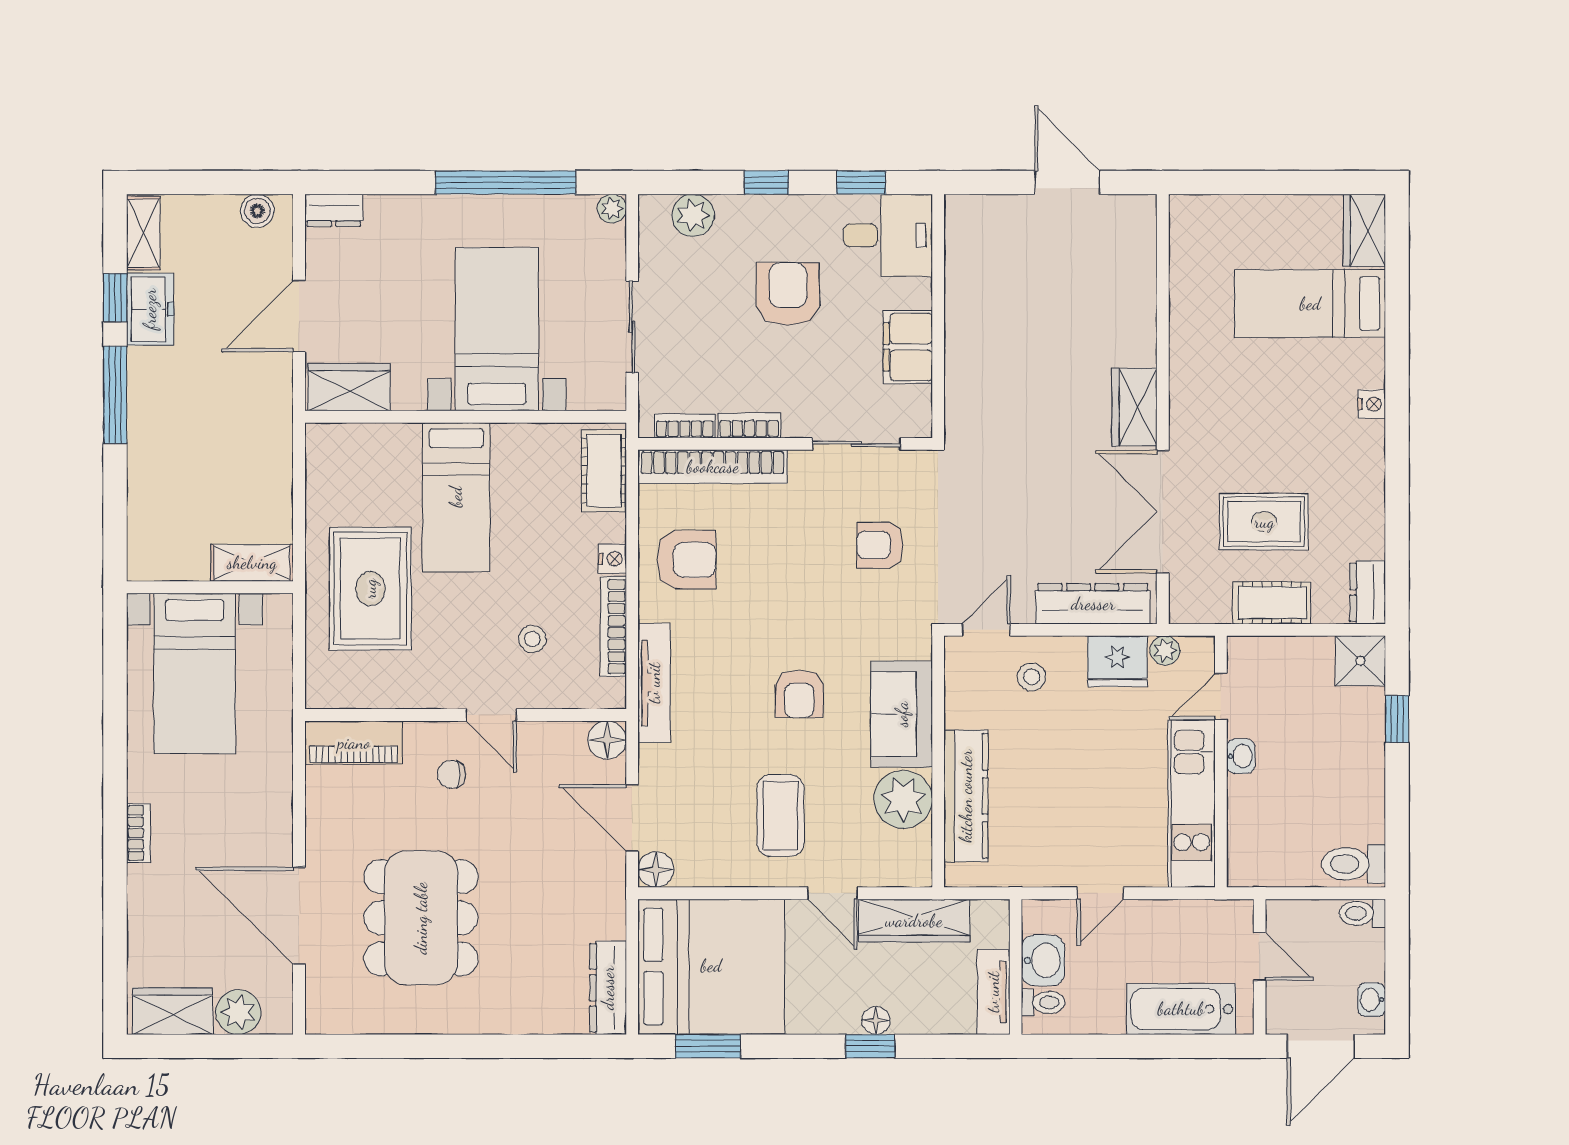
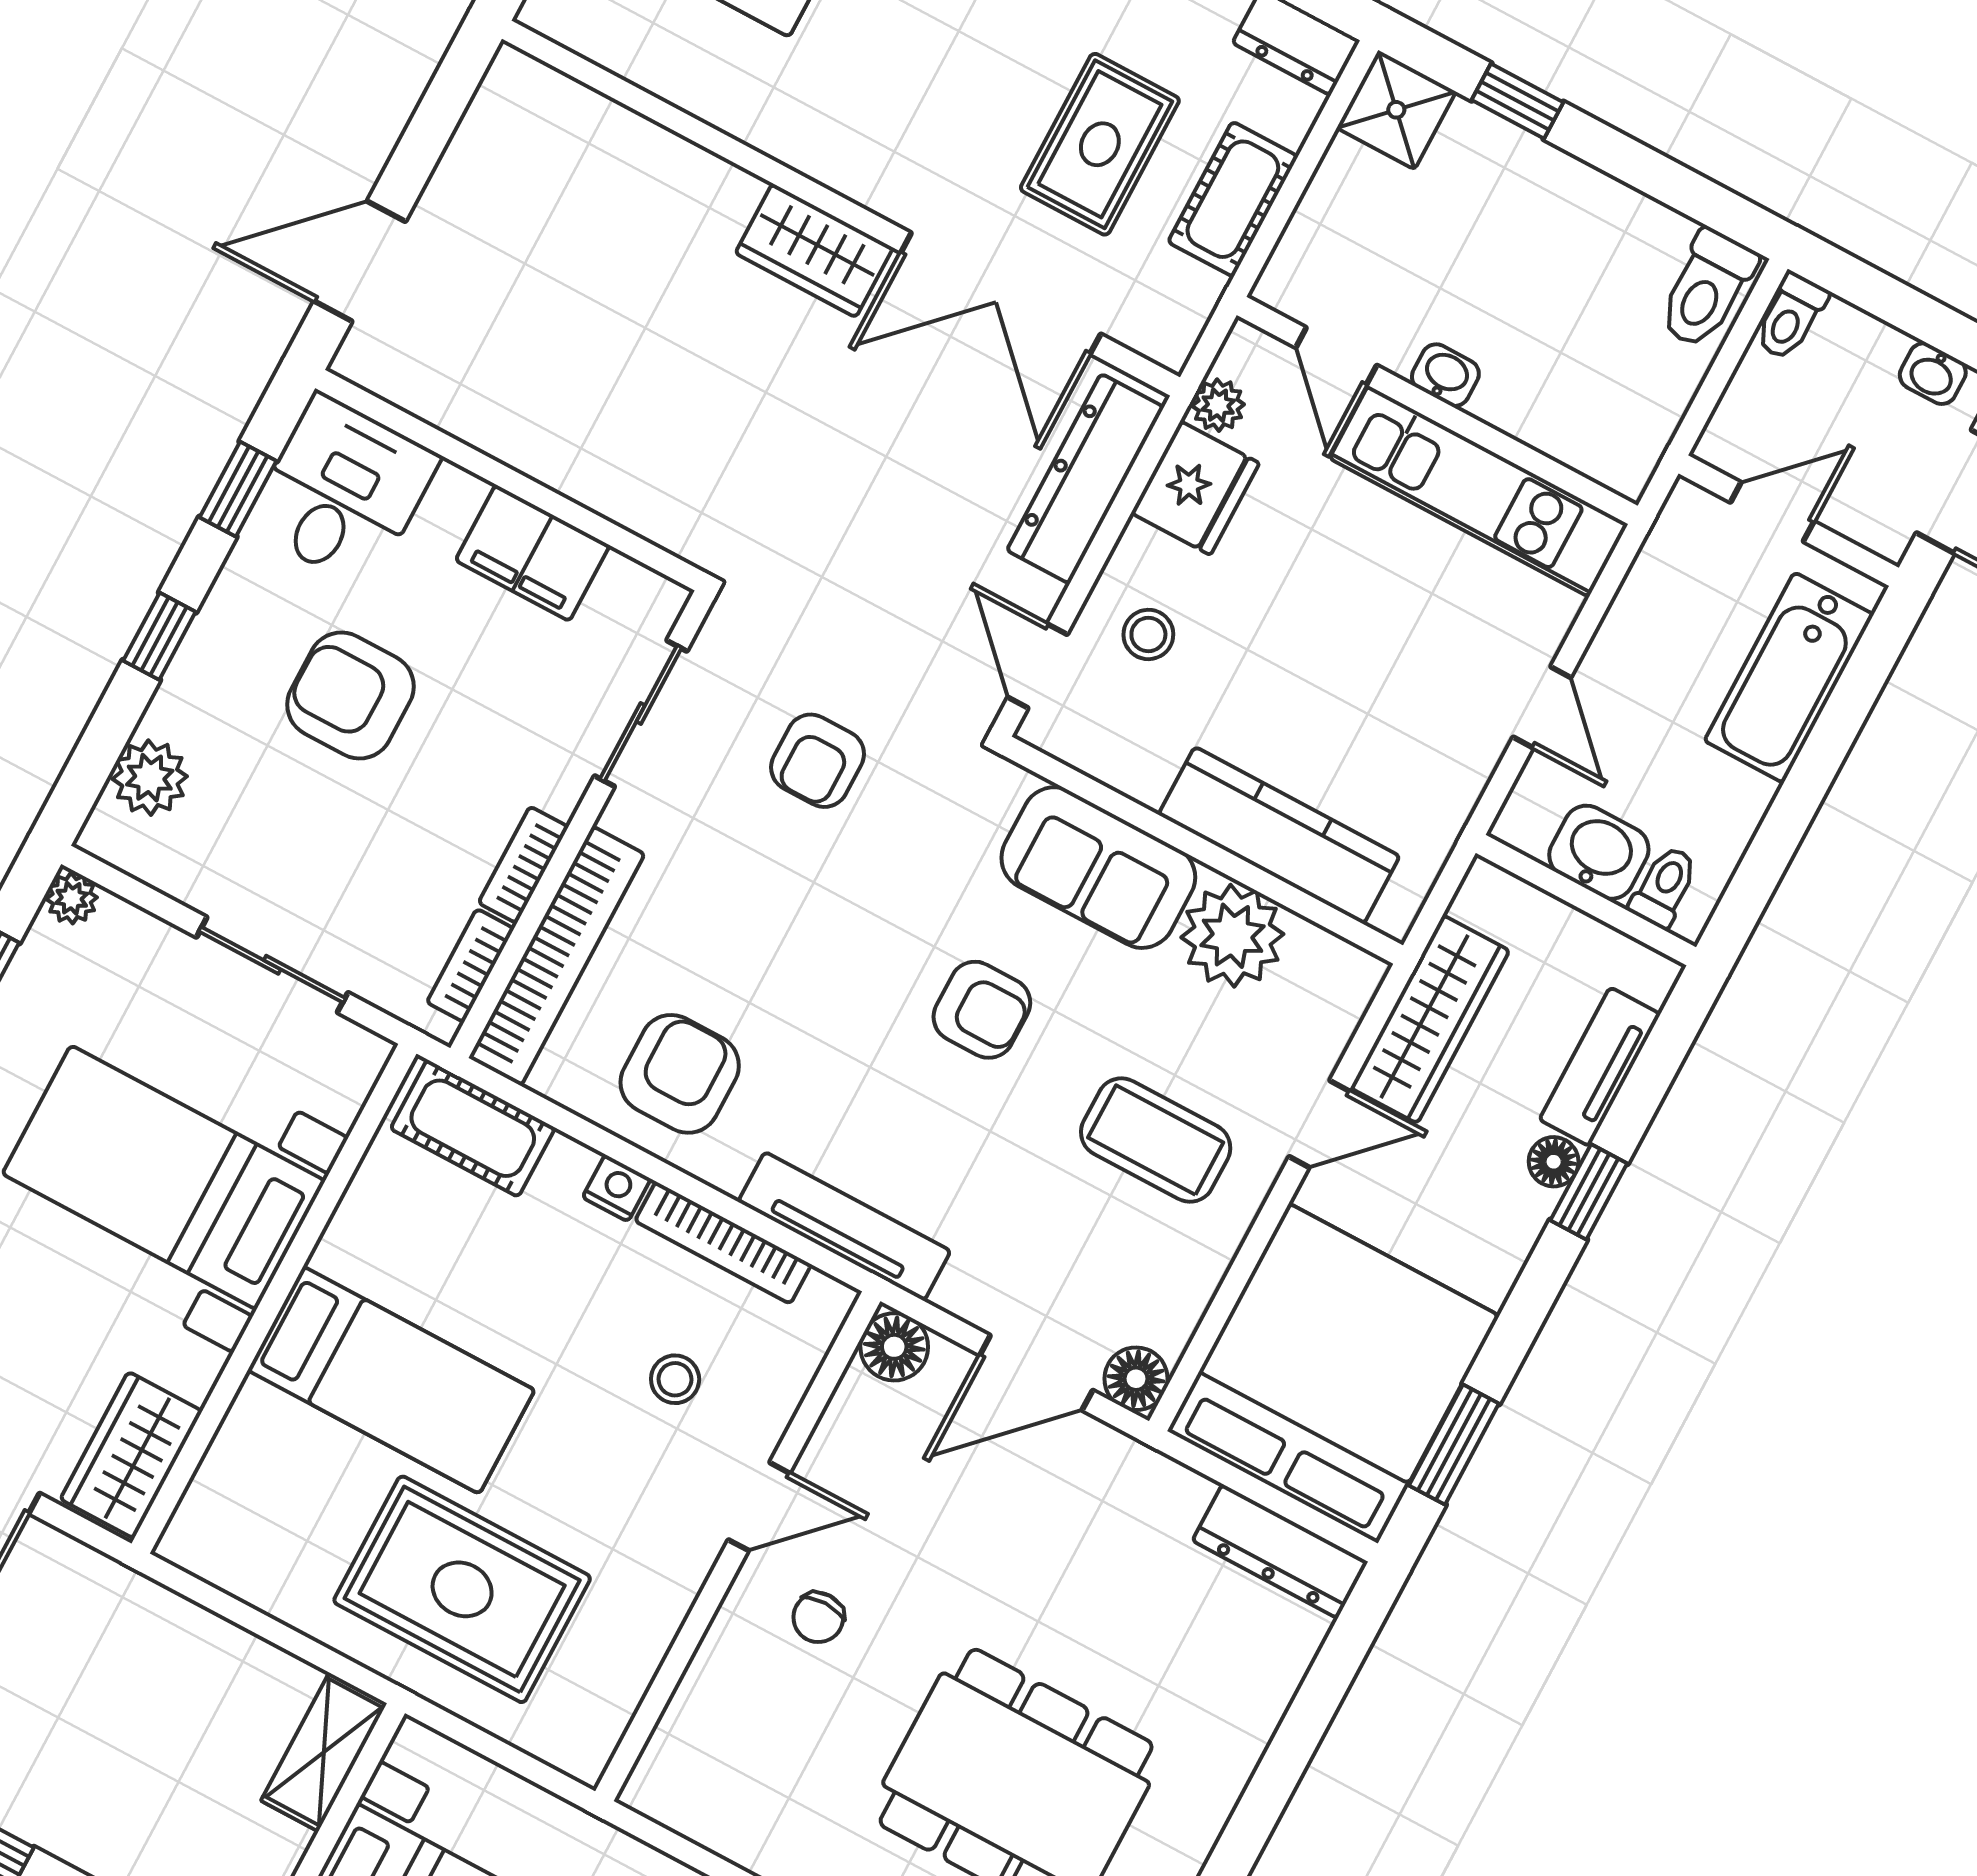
door: (1067, 182) -> (360, 261), moved
piano: (354, 743) -> (688, 1743), removed
tv unit: (993, 992) -> (1600, 1067), moved, turned 90

